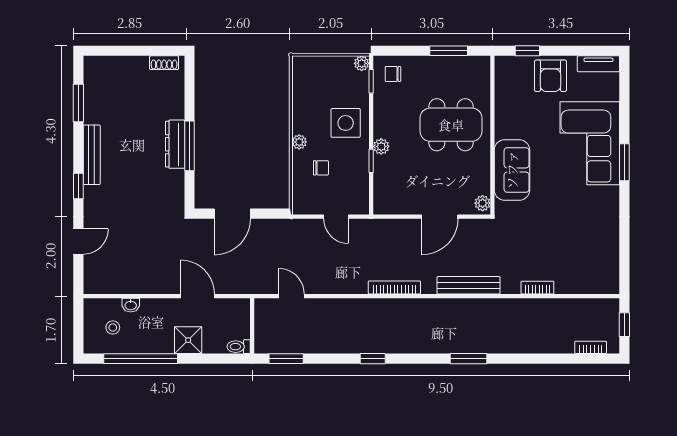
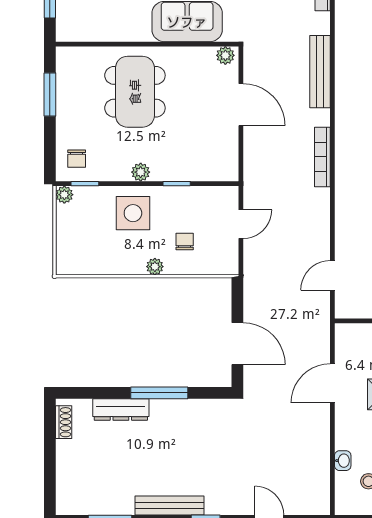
dresser: (175, 144) -> (121, 410), moved
plant: (381, 146) -> (141, 172), moved

